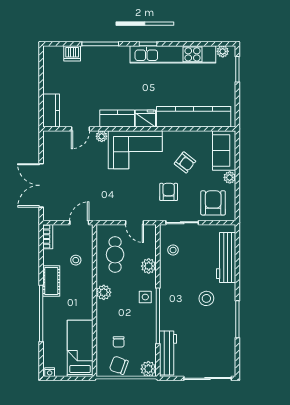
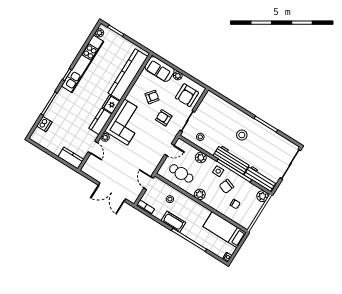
armchair: (213, 203) -> (187, 95), turned -90
workbench: (226, 258) -> (232, 160), moved, turned 180
chair: (119, 365) -> (226, 186), moved

